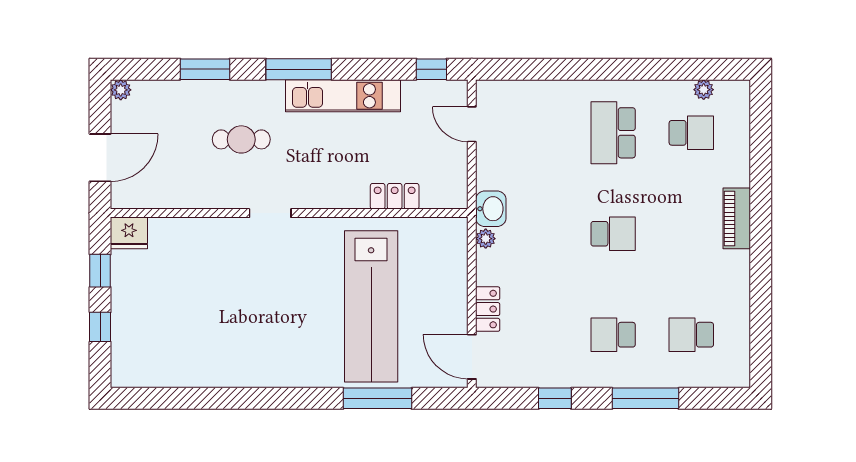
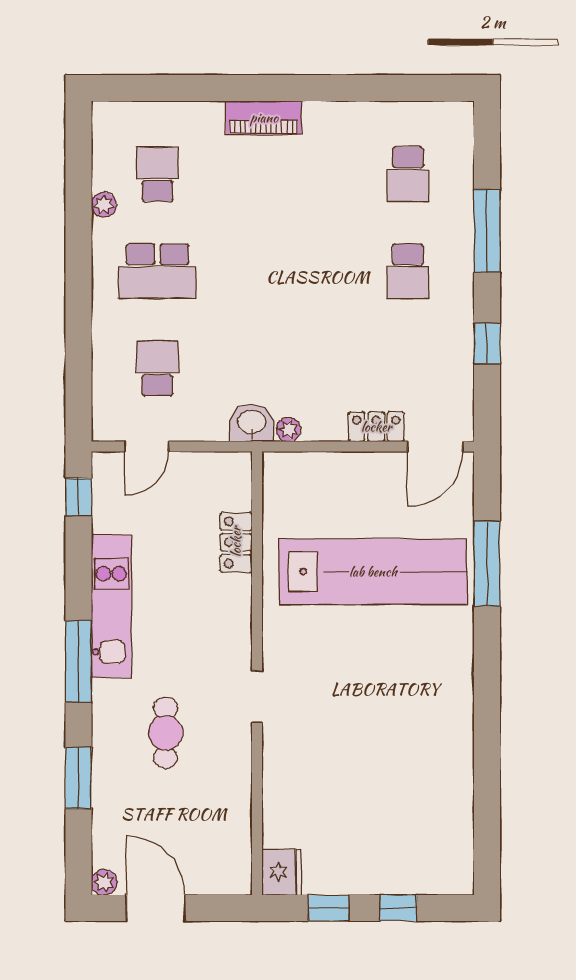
plant: (704, 90) -> (104, 205), moved
door: (100, 158) -> (156, 908), moved
school desk: (613, 234) -> (157, 368), moved

